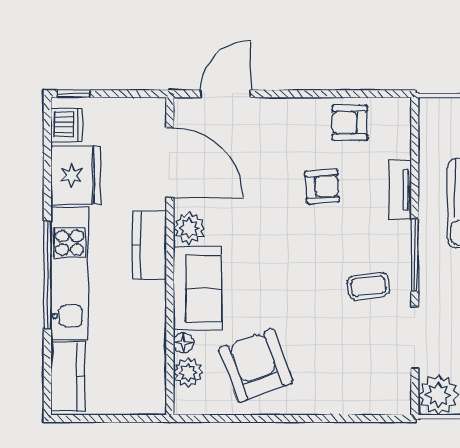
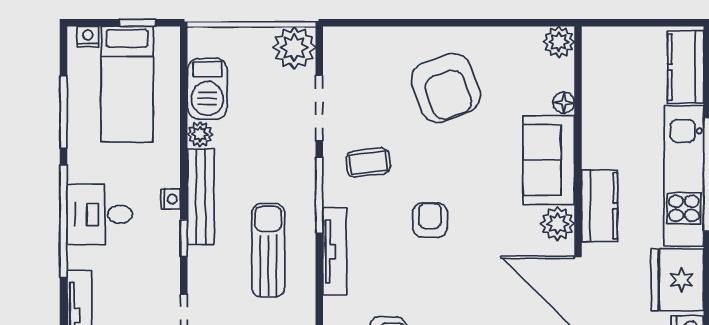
armchair: (322, 187) -> (430, 220), moved, turned 93
tv unit: (400, 190) -> (335, 251), width x1.41
armchair: (256, 366) -> (446, 88), moved
plant: (188, 372) -> (559, 42), moved

